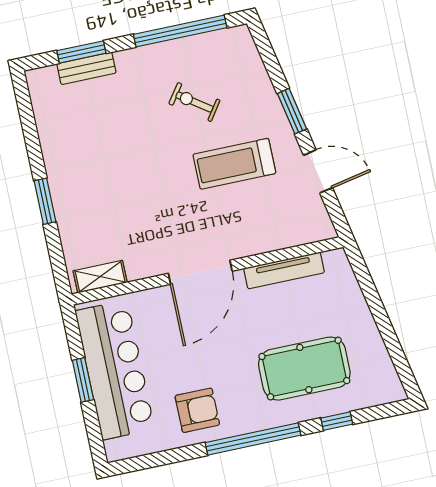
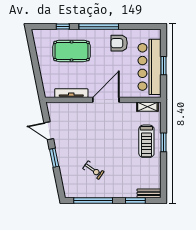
bench: (86, 68) -> (149, 193), moved
treadmill: (234, 164) -> (146, 141), moved, turned 90

